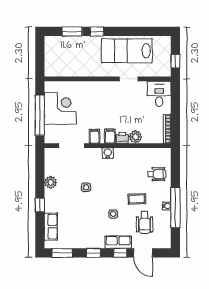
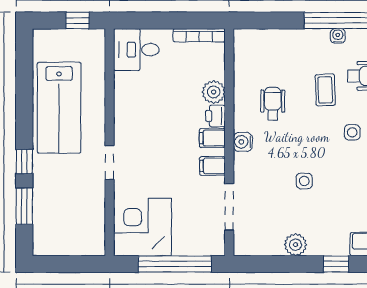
doorway: (129, 79) -> (110, 163), moved
corner desk: (60, 108) -> (142, 227), moved
wheelchair: (157, 174) -> (273, 104), moved

